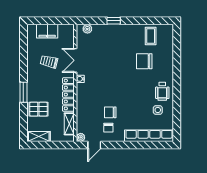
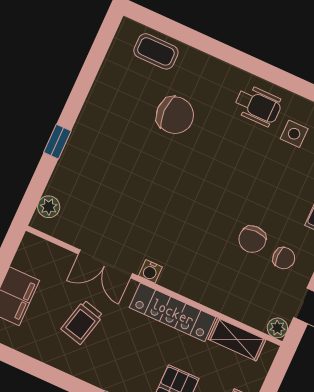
coffee table: (151, 36) -> (156, 51), moved
chair: (144, 61) -> (175, 115), turned -90

